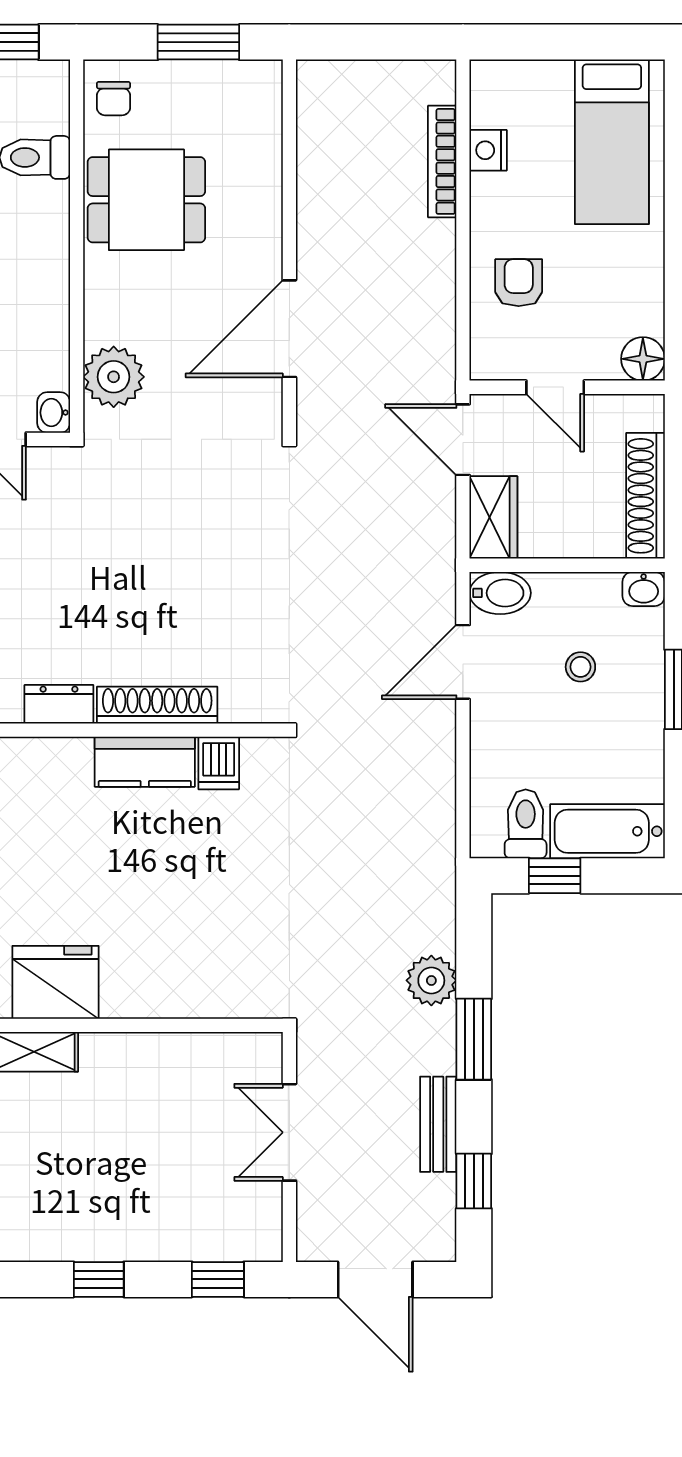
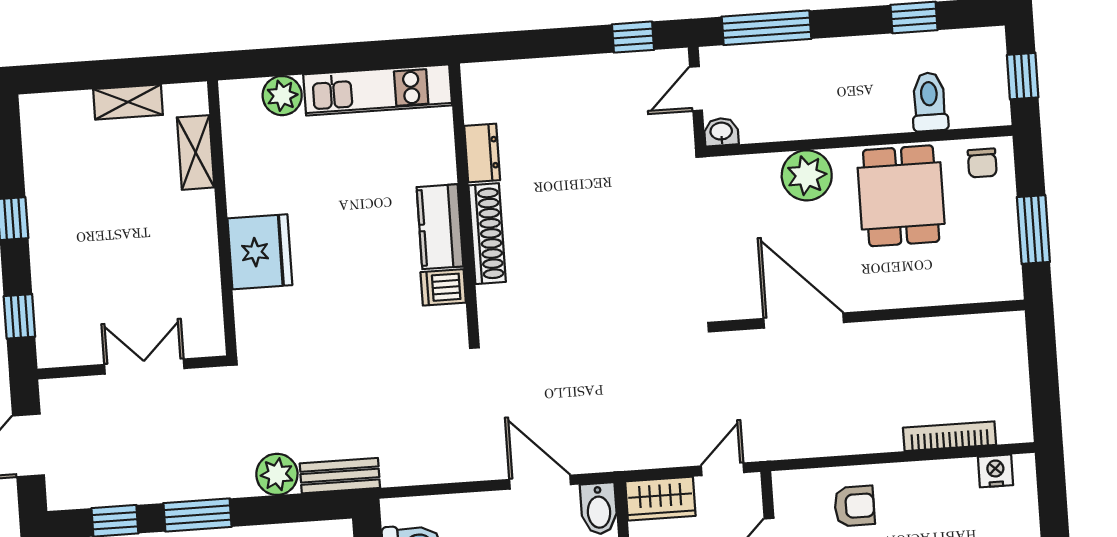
chair: (113, 99) -> (982, 163), turned -90
nightstand: (488, 150) -> (995, 471), moved
plant: (114, 377) -> (807, 175), moved
door: (463, 440) -> (722, 469), width x0.73
fridge: (55, 982) -> (260, 252), moved
window: (474, 1039) -> (197, 515), moved
bench: (438, 1124) -> (340, 476), moved

